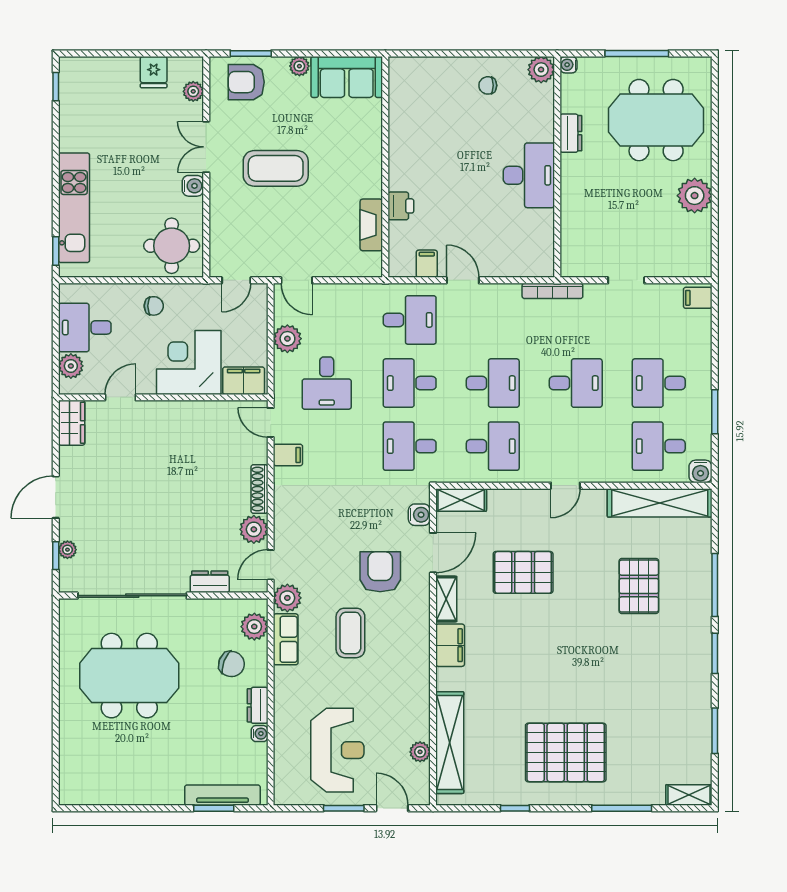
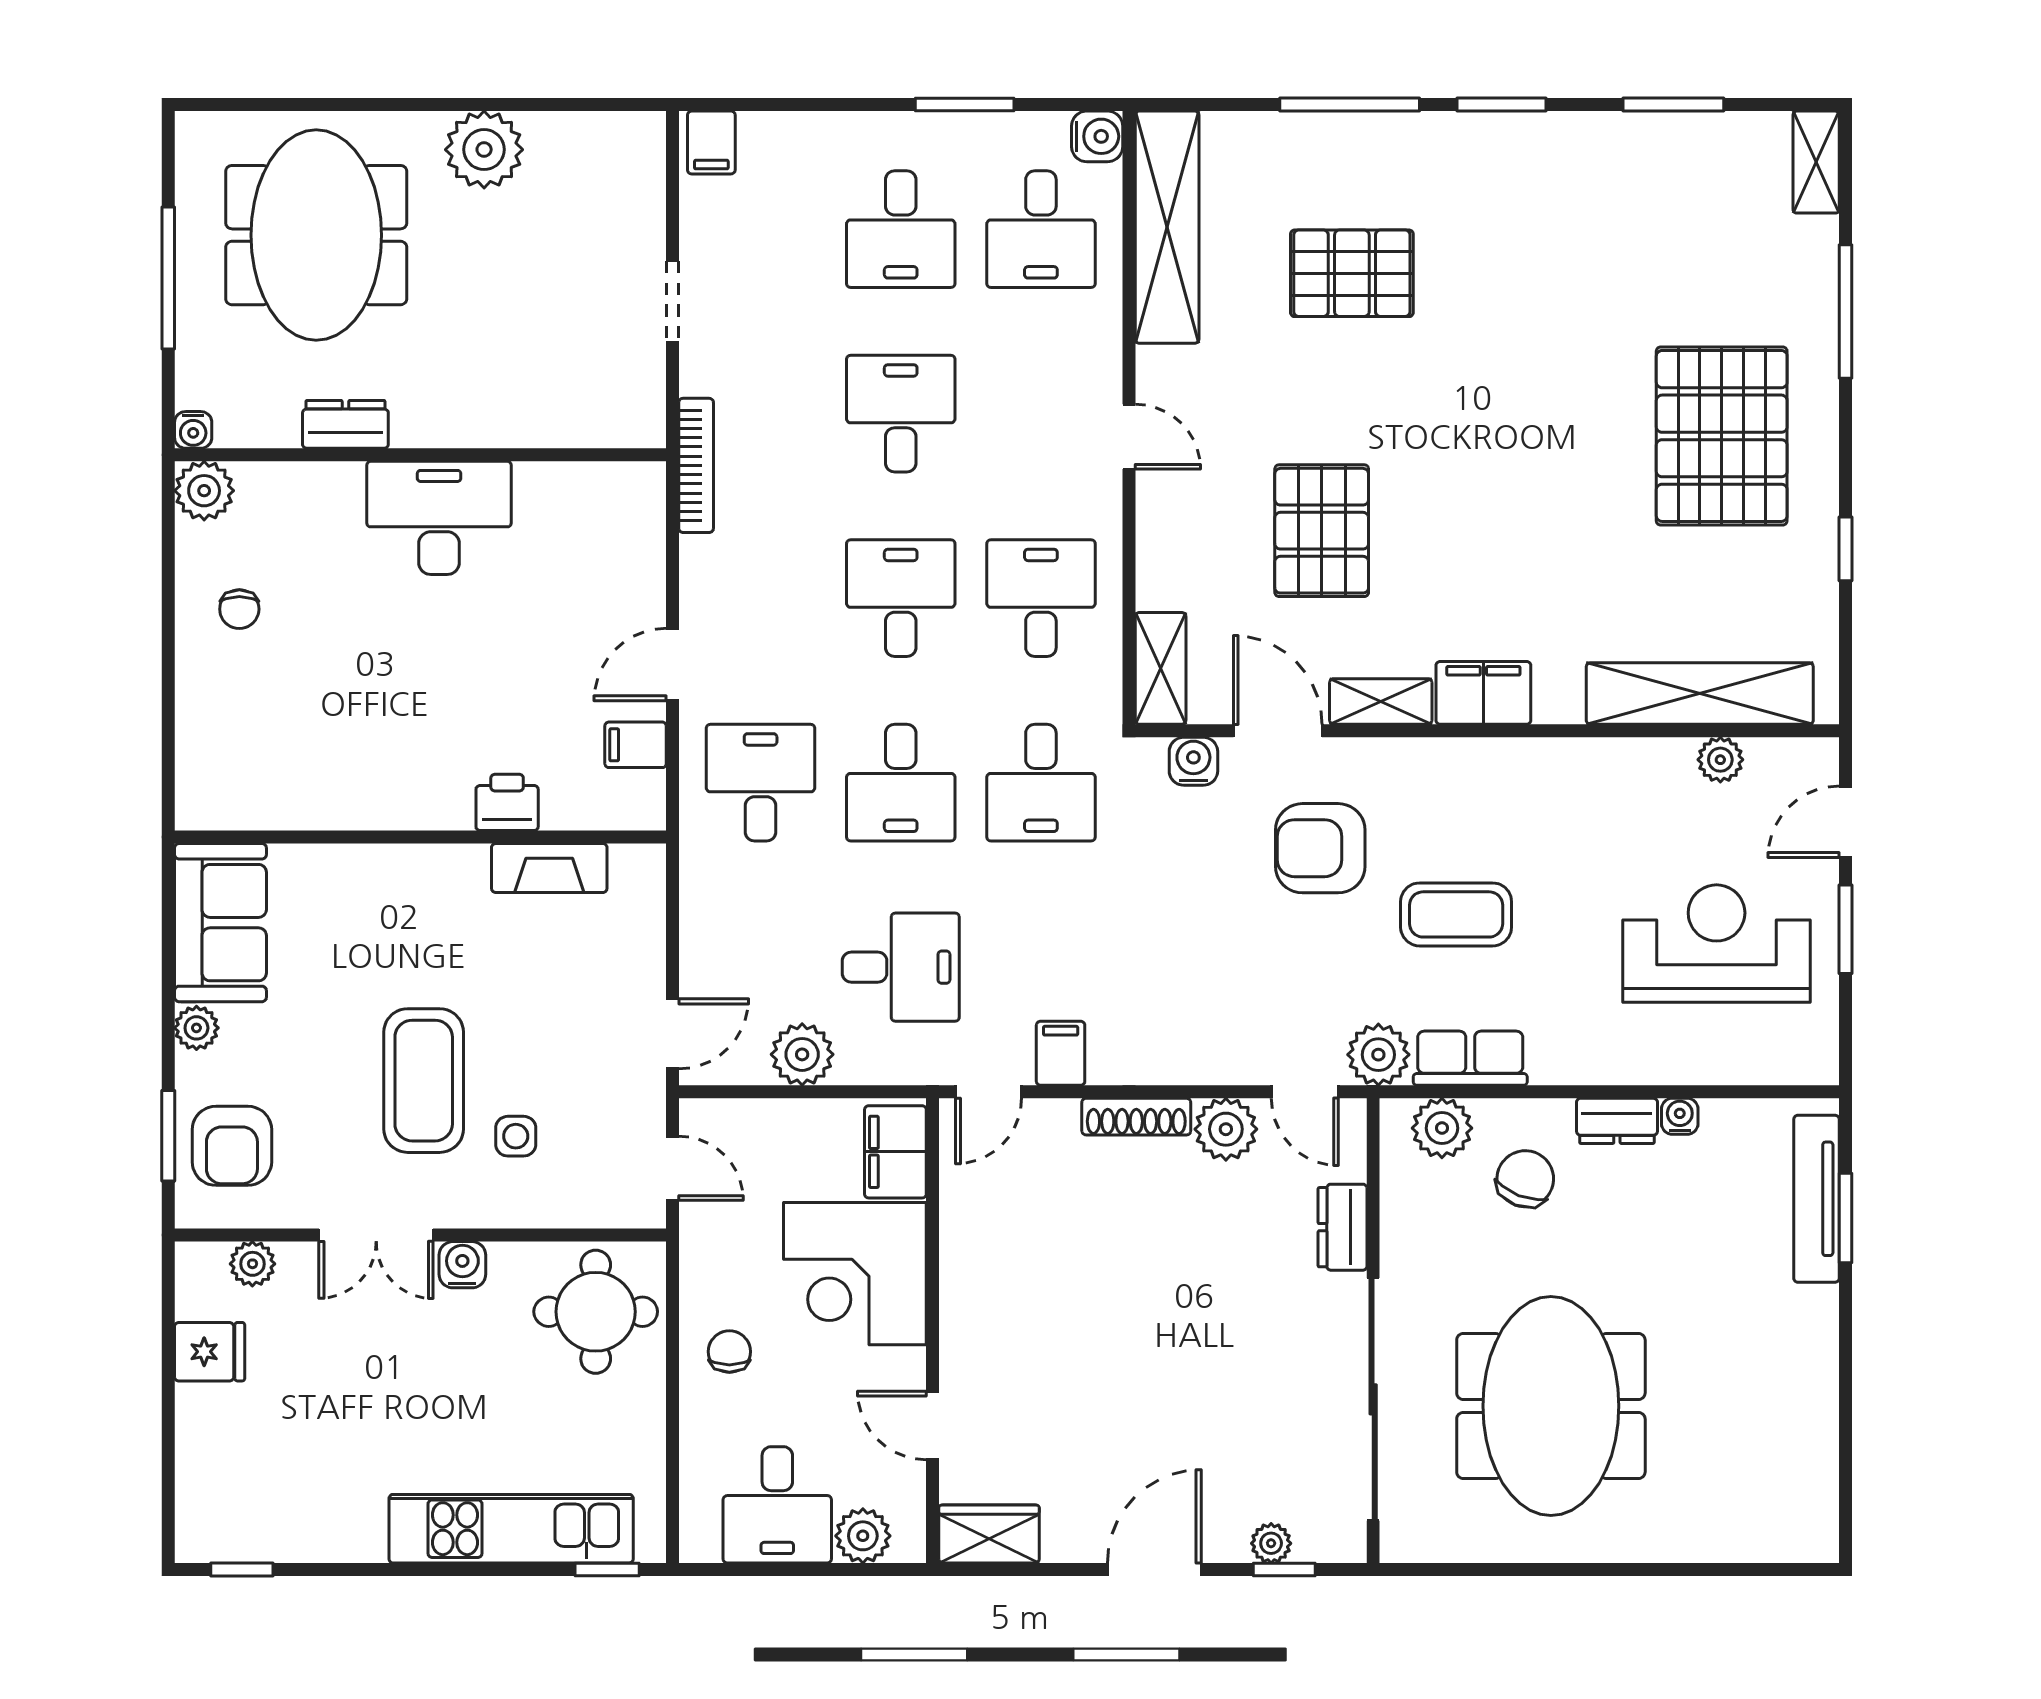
side table: (251, 210) -> (516, 1136), added
door: (56, 497) -> (1154, 1569), swing flipped

